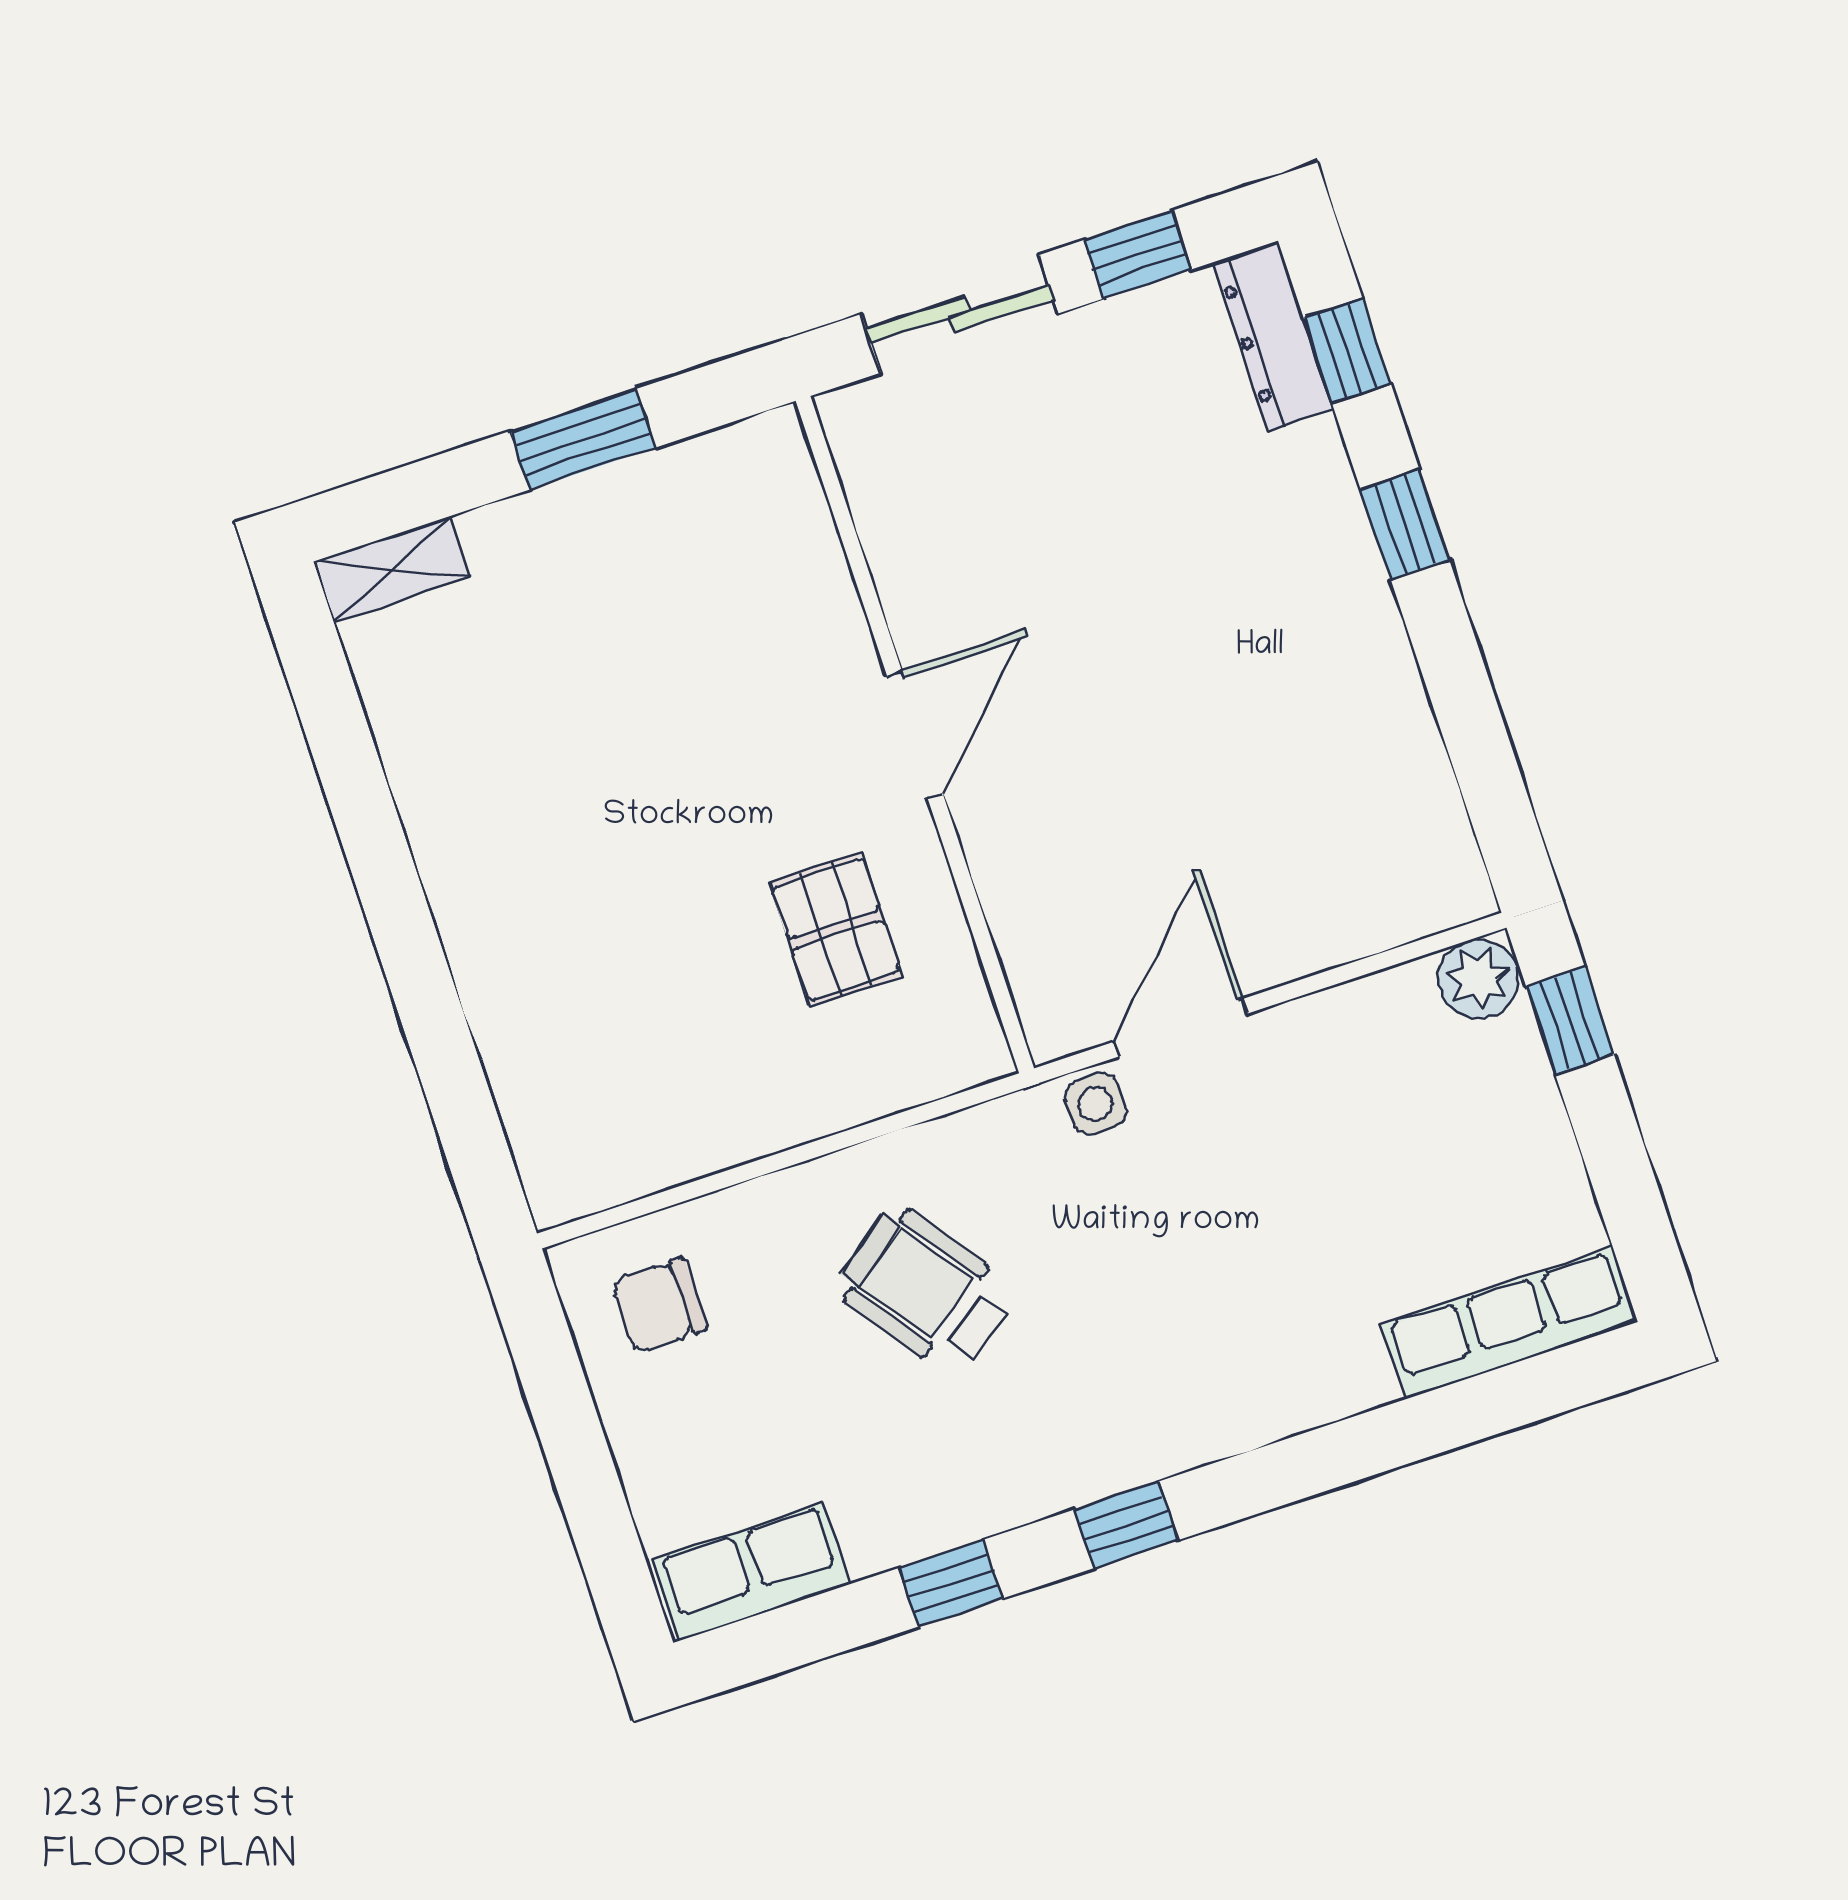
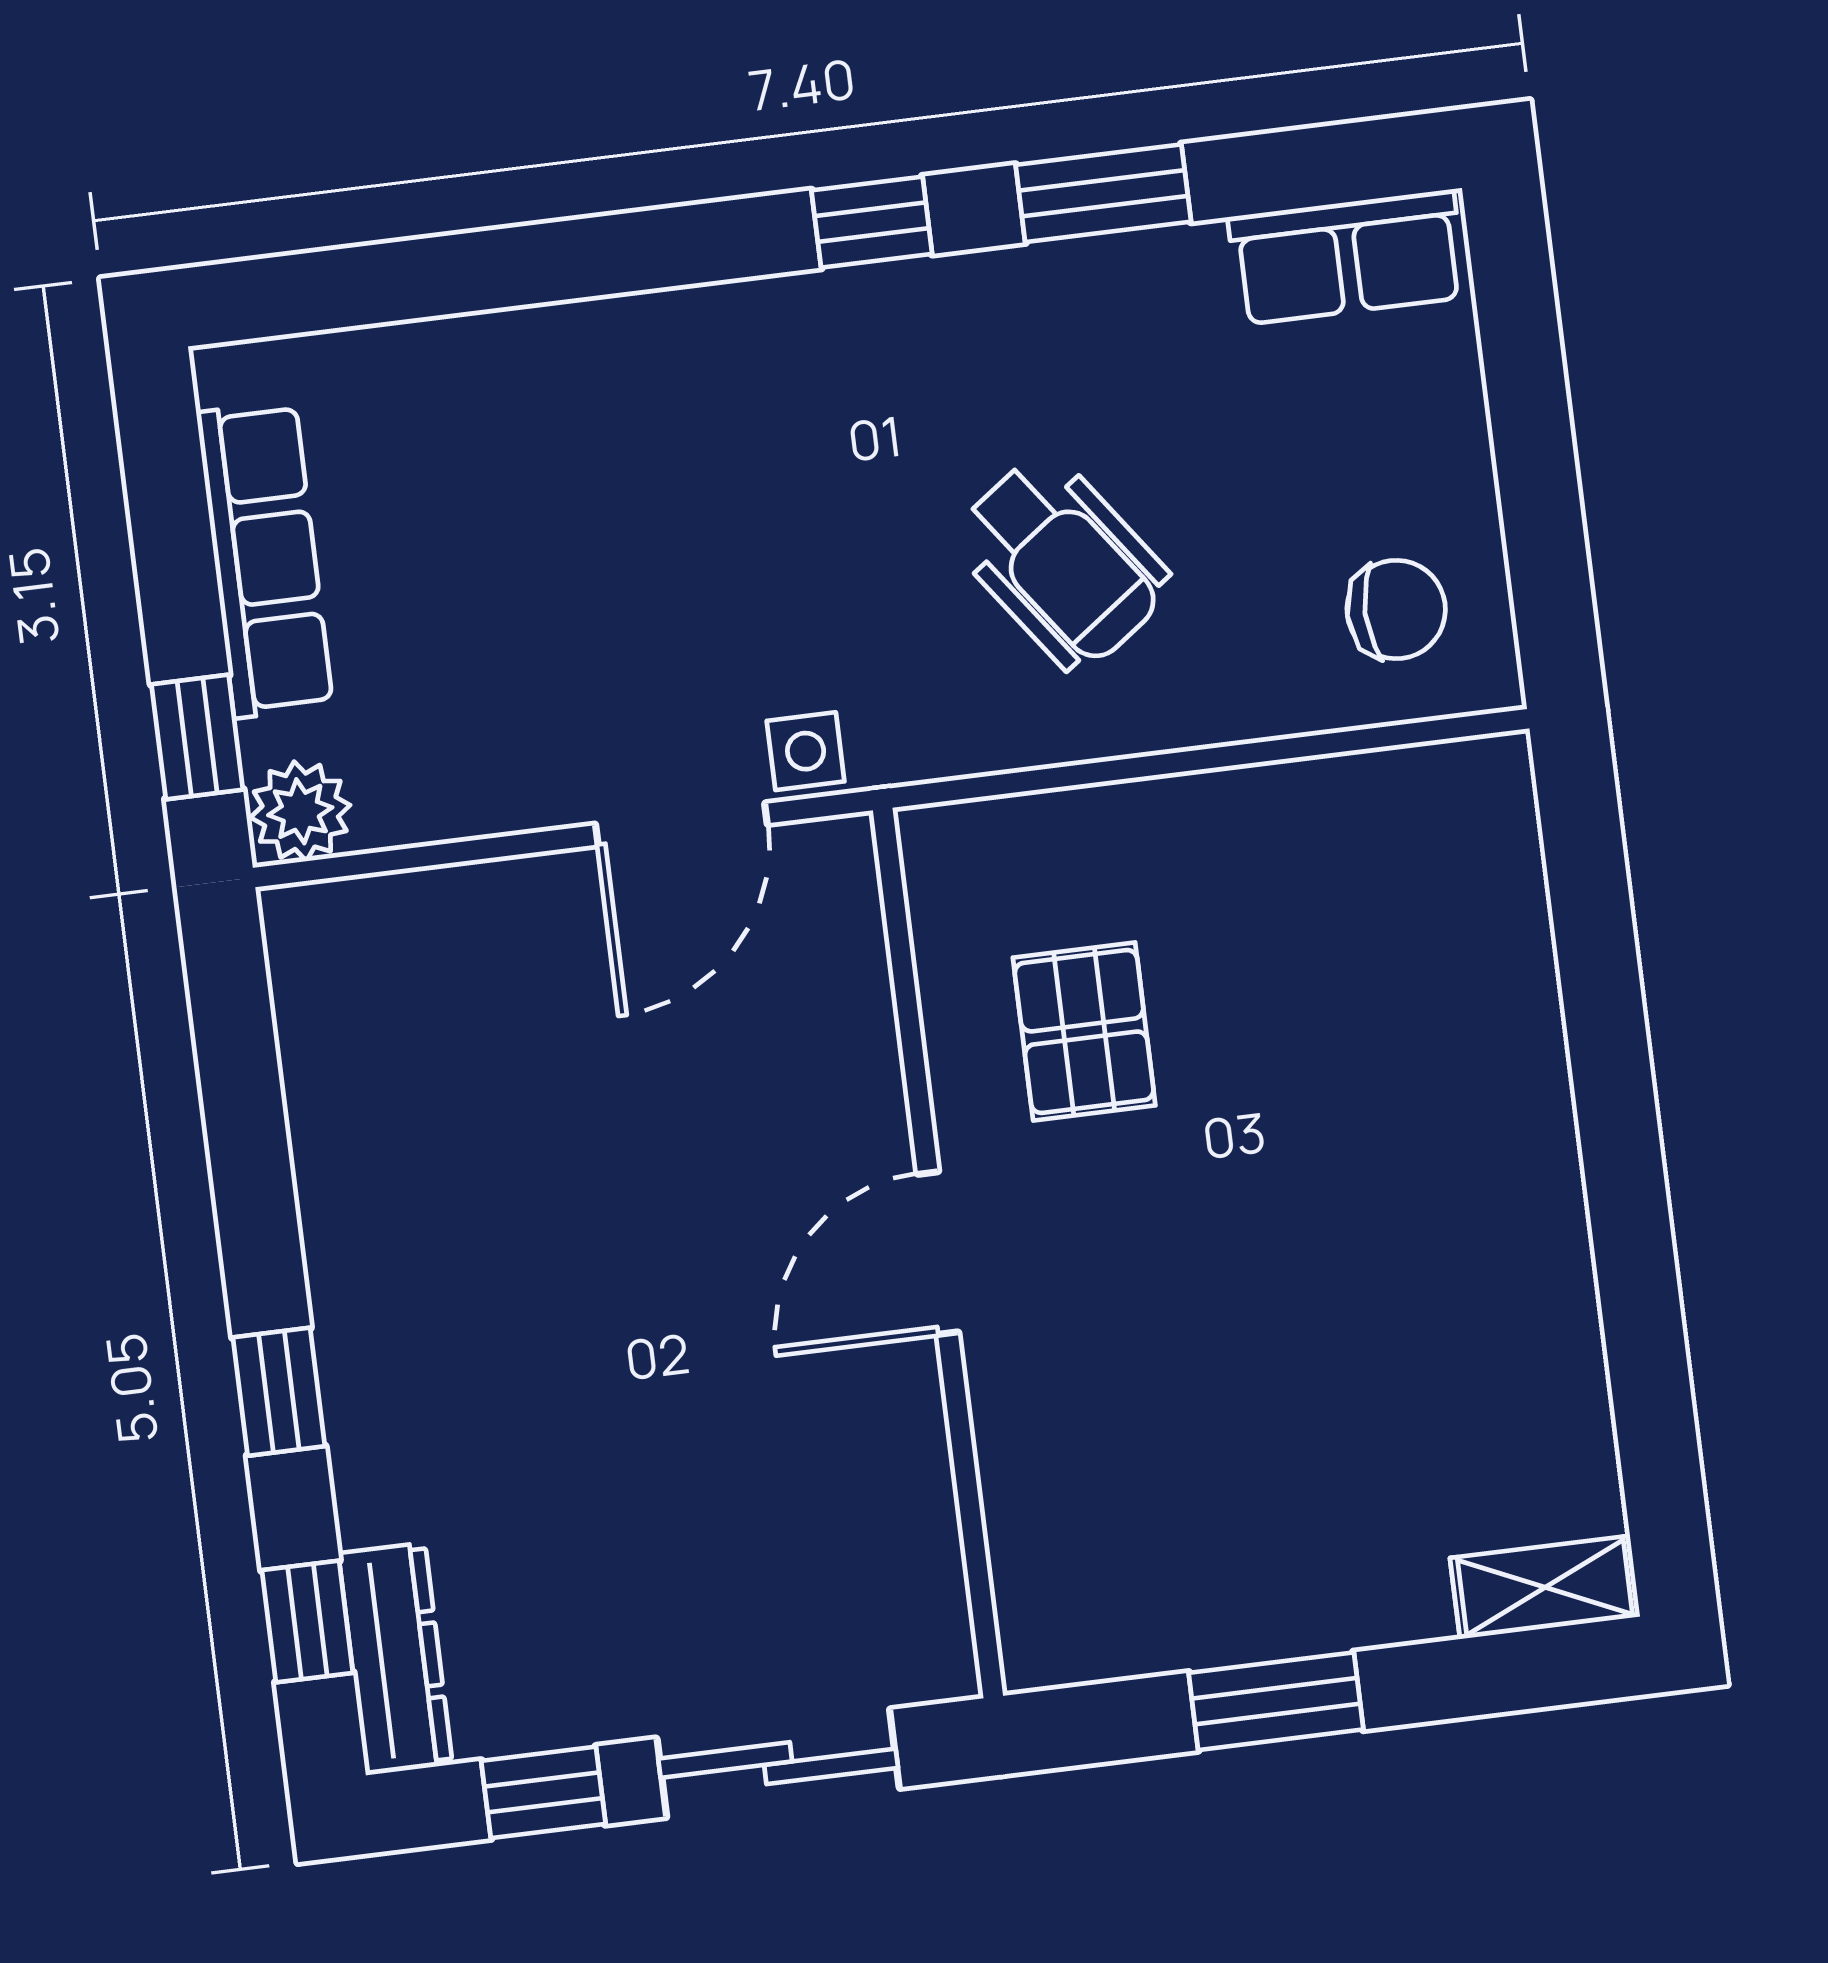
row of seats: (1509, 1323) -> (265, 560), moved, turned -90
window: (951, 1583) -> (1103, 193), width x1.50

